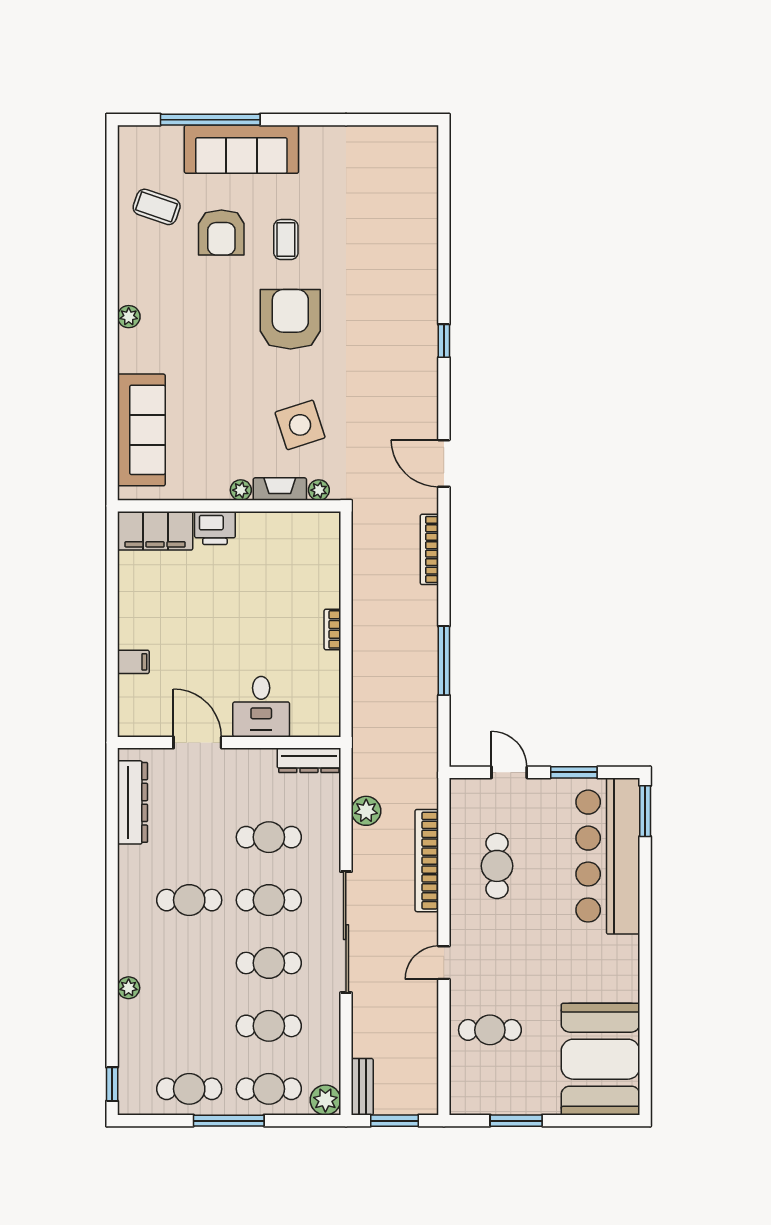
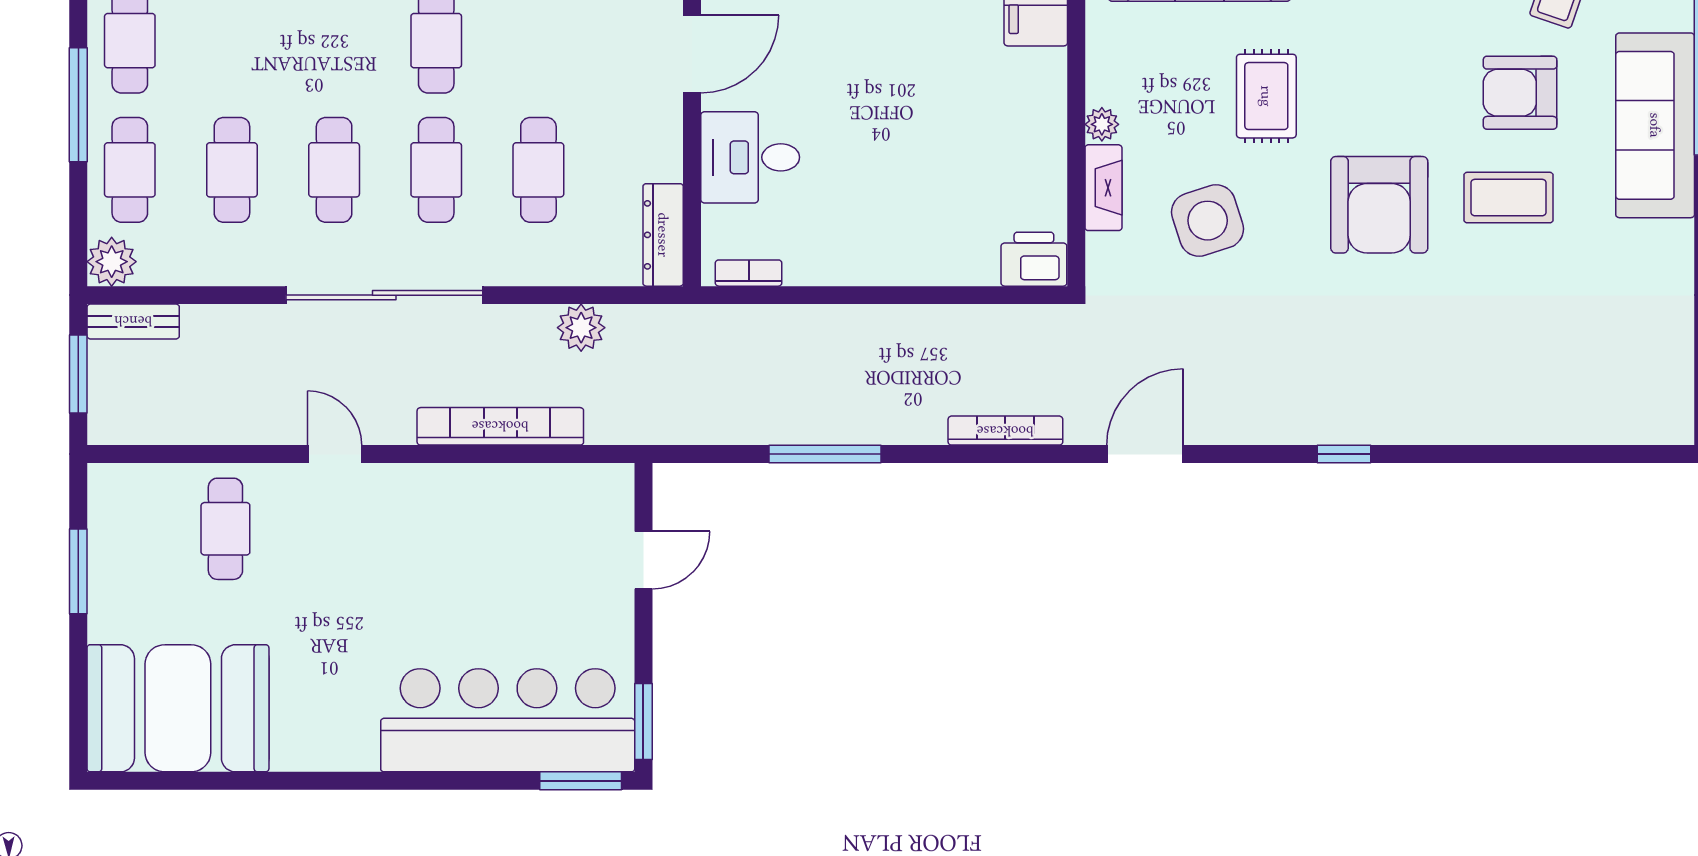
coffee table: (286, 240) -> (1509, 198), width x1.36, depth x1.30
armchair: (290, 319) -> (1379, 205), turned 90
rug: (223, 389) -> (1266, 96), added
plant: (319, 490) -> (1102, 251), removed
printer: (215, 528) -> (1034, 259), moved, turned 90
bookcase: (332, 629) -> (749, 273), moved
window: (574, 772) -> (643, 721), moved
cafe table: (497, 866) -> (492, 540), removed

